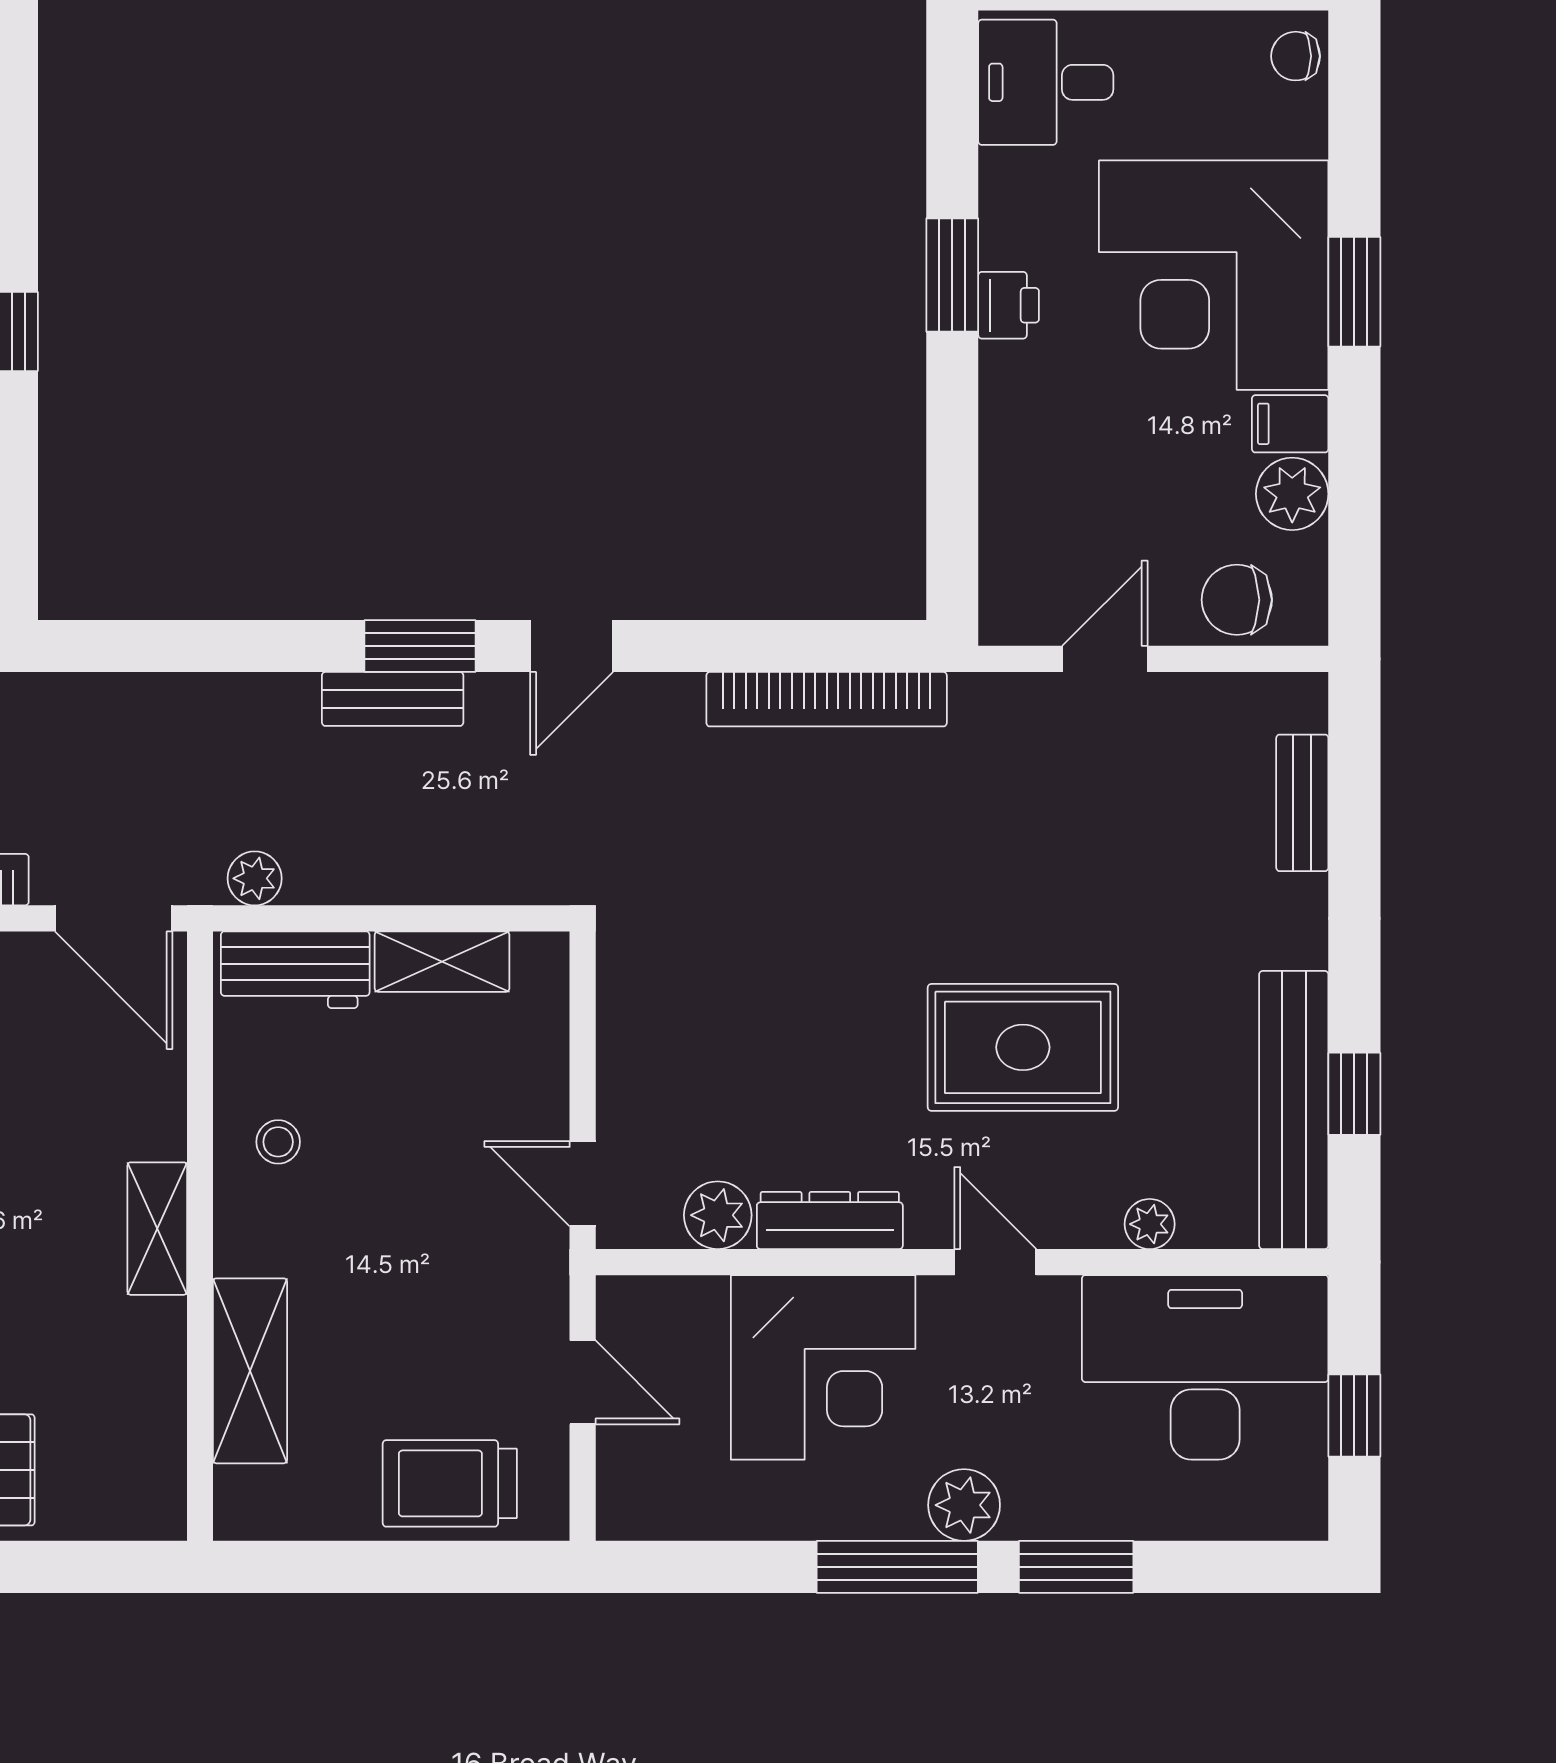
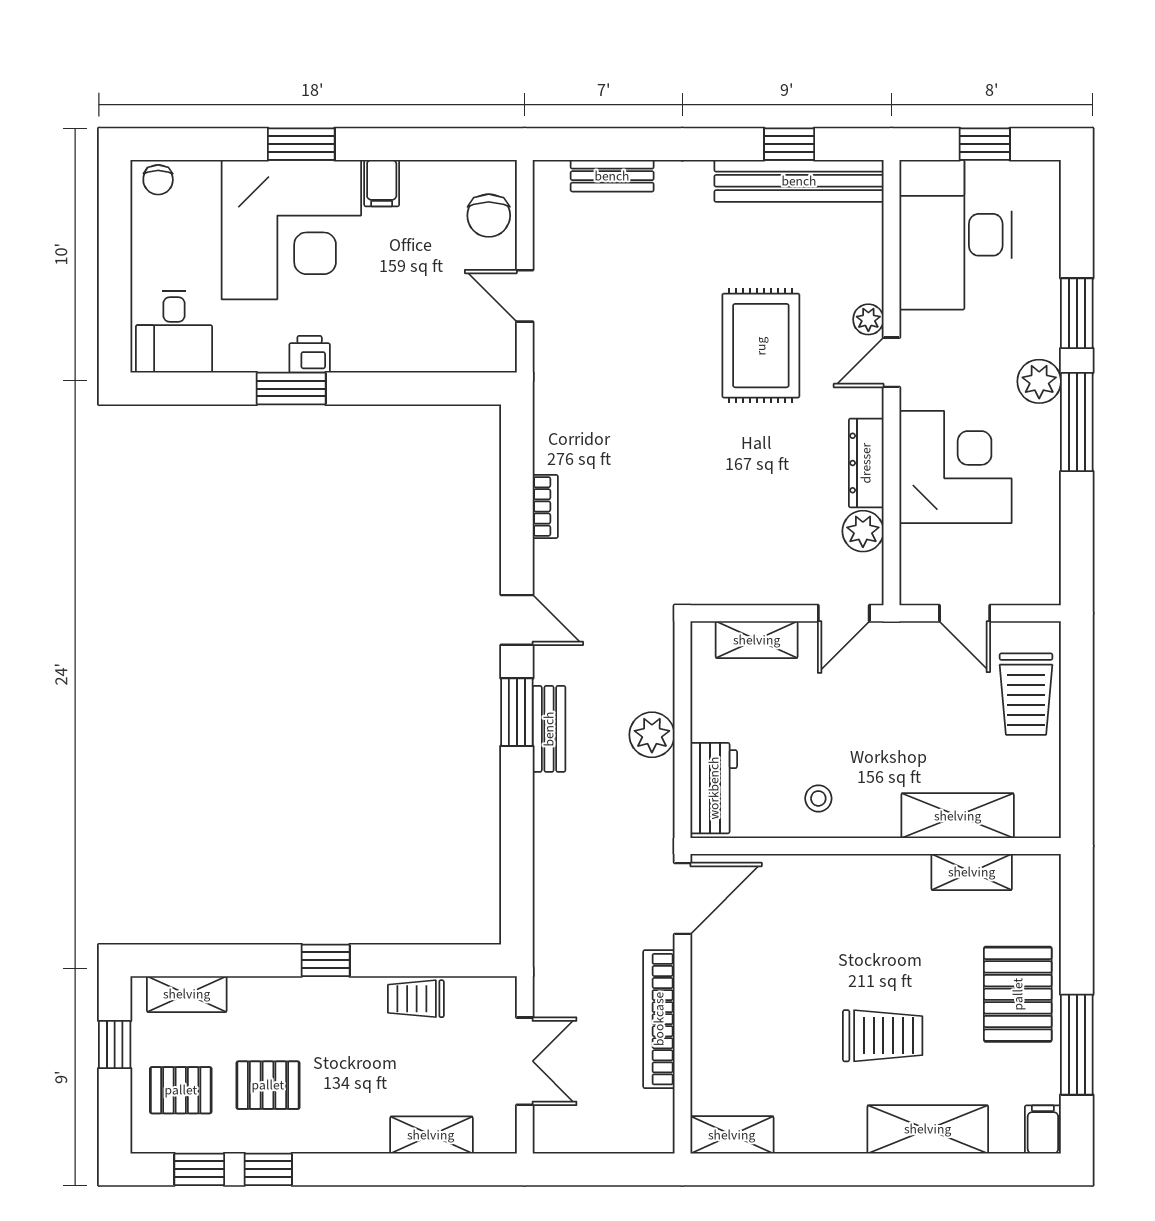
plant: (1292, 494) -> (424, 182), removed
bookcase: (827, 699) -> (545, 506), width x0.43, depth x0.76
plant: (255, 878) -> (652, 735), moved, width x1.38, depth x1.38
shelving: (442, 962) -> (757, 640), moved, turned 90
plant: (1150, 1224) -> (868, 319), moved
shelving: (157, 1229) -> (972, 872), moved
door: (583, 1382) -> (965, 613), swing flipped

